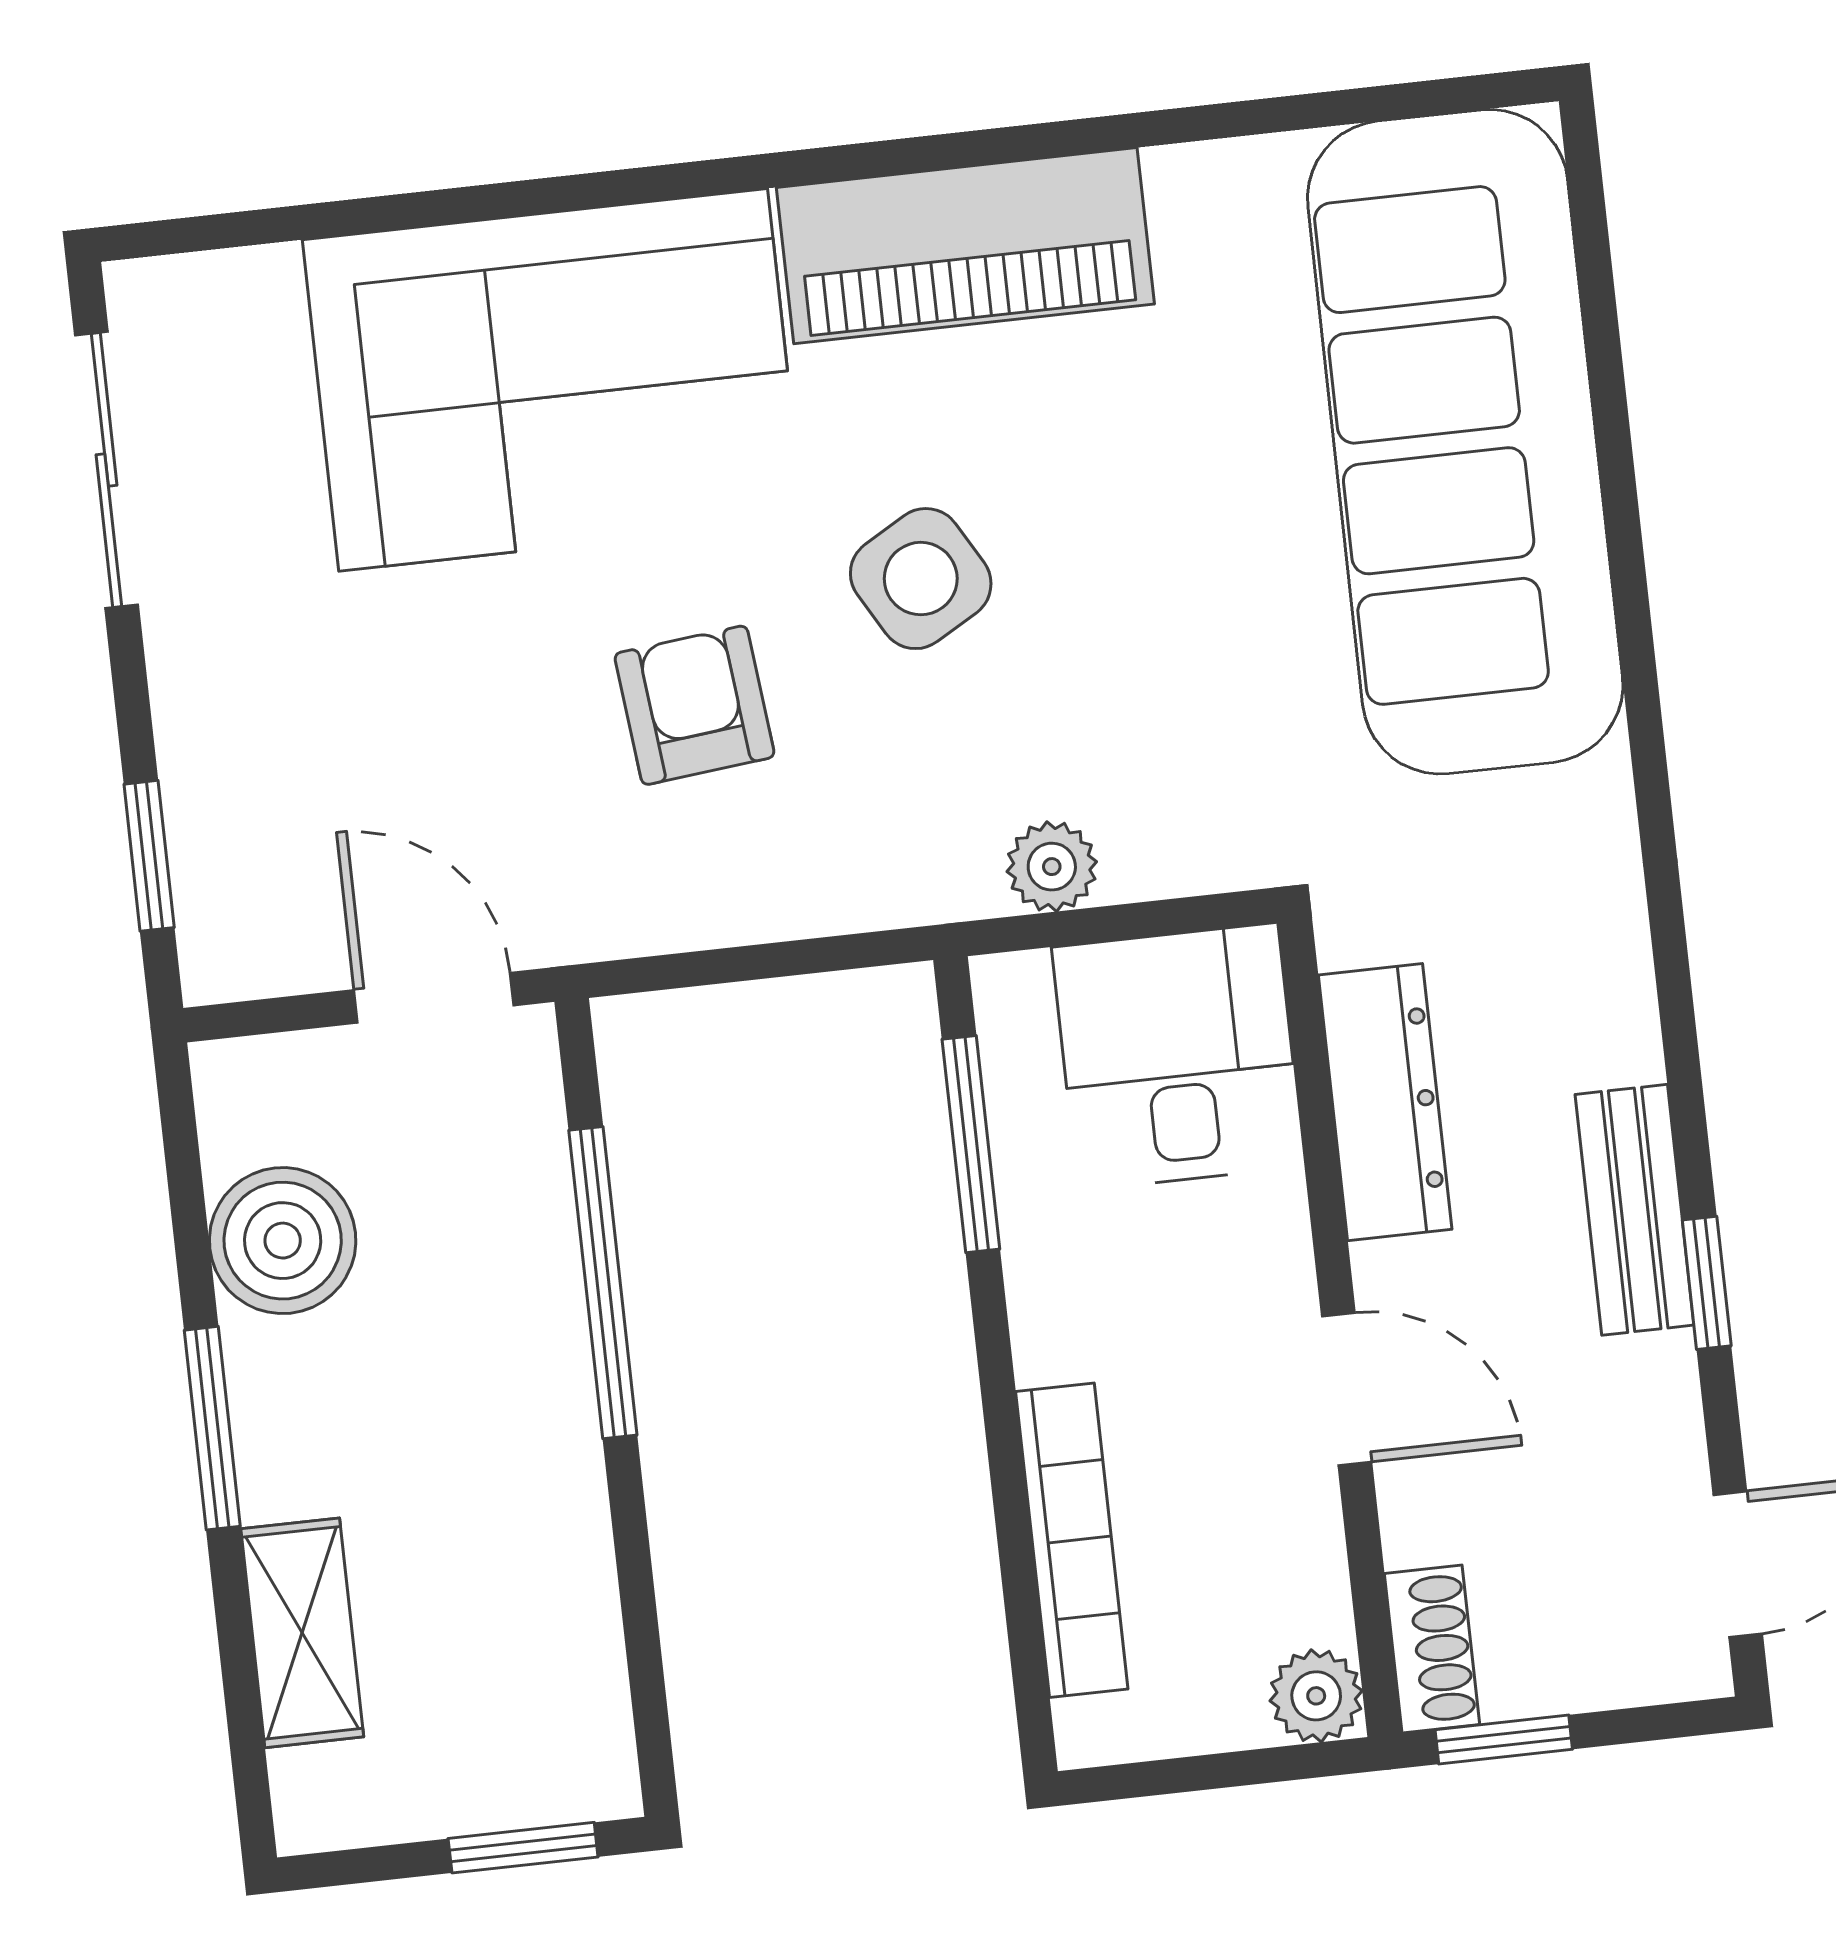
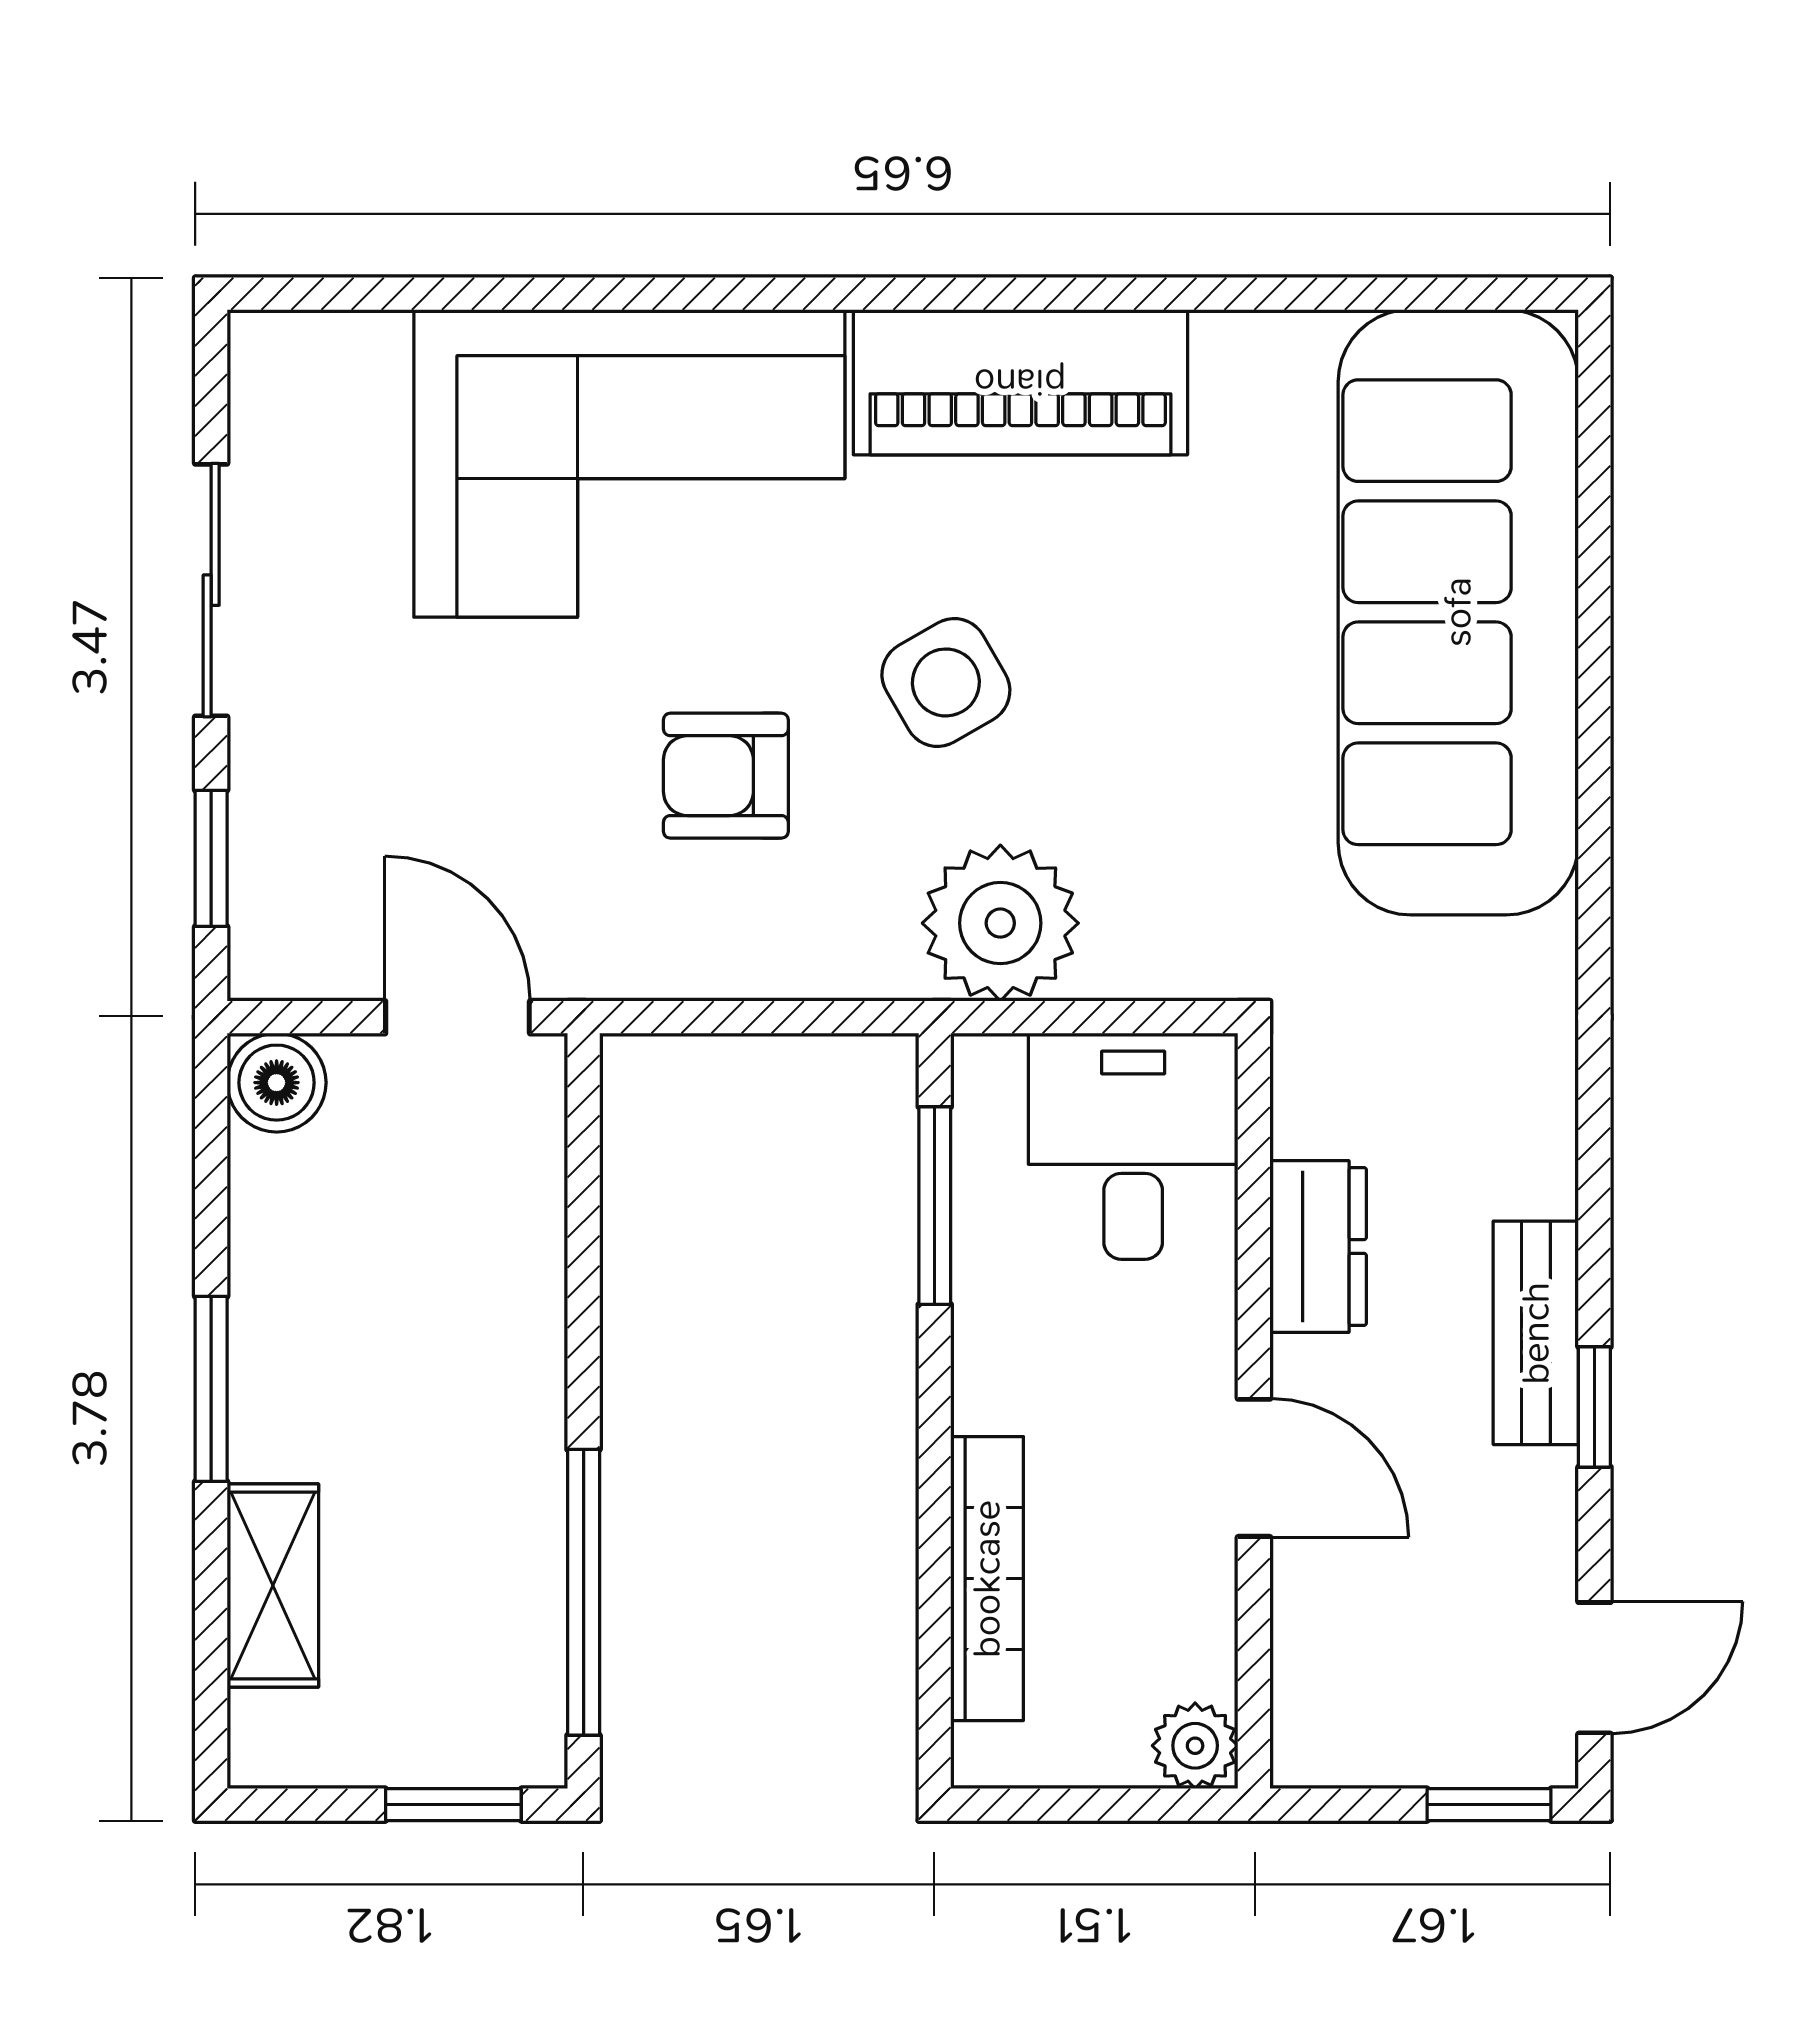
sliding door: (106, 470) -> (211, 590), moved
armchair: (694, 705) -> (726, 776), turned -84
plant: (1052, 867) -> (1000, 923), width x1.87, depth x1.87
dresser: (1385, 1102) -> (1318, 1247), width x0.70
boiler: (283, 1241) -> (277, 1083), moved, width x0.73, depth x0.73
window: (603, 1283) -> (584, 1592), moved
shoe rack: (1432, 1649) -> (1306, 1715), removed
window: (1504, 1739) -> (1489, 1805), moved

